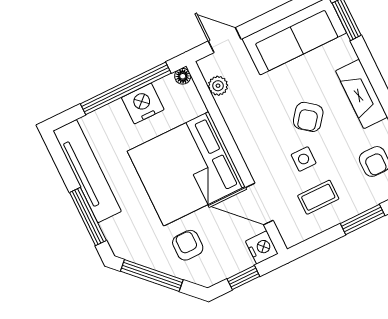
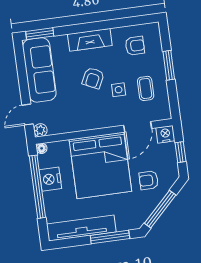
plant: (218, 86) -> (40, 130), moved
armchair: (308, 117) -> (93, 78), turned 78

